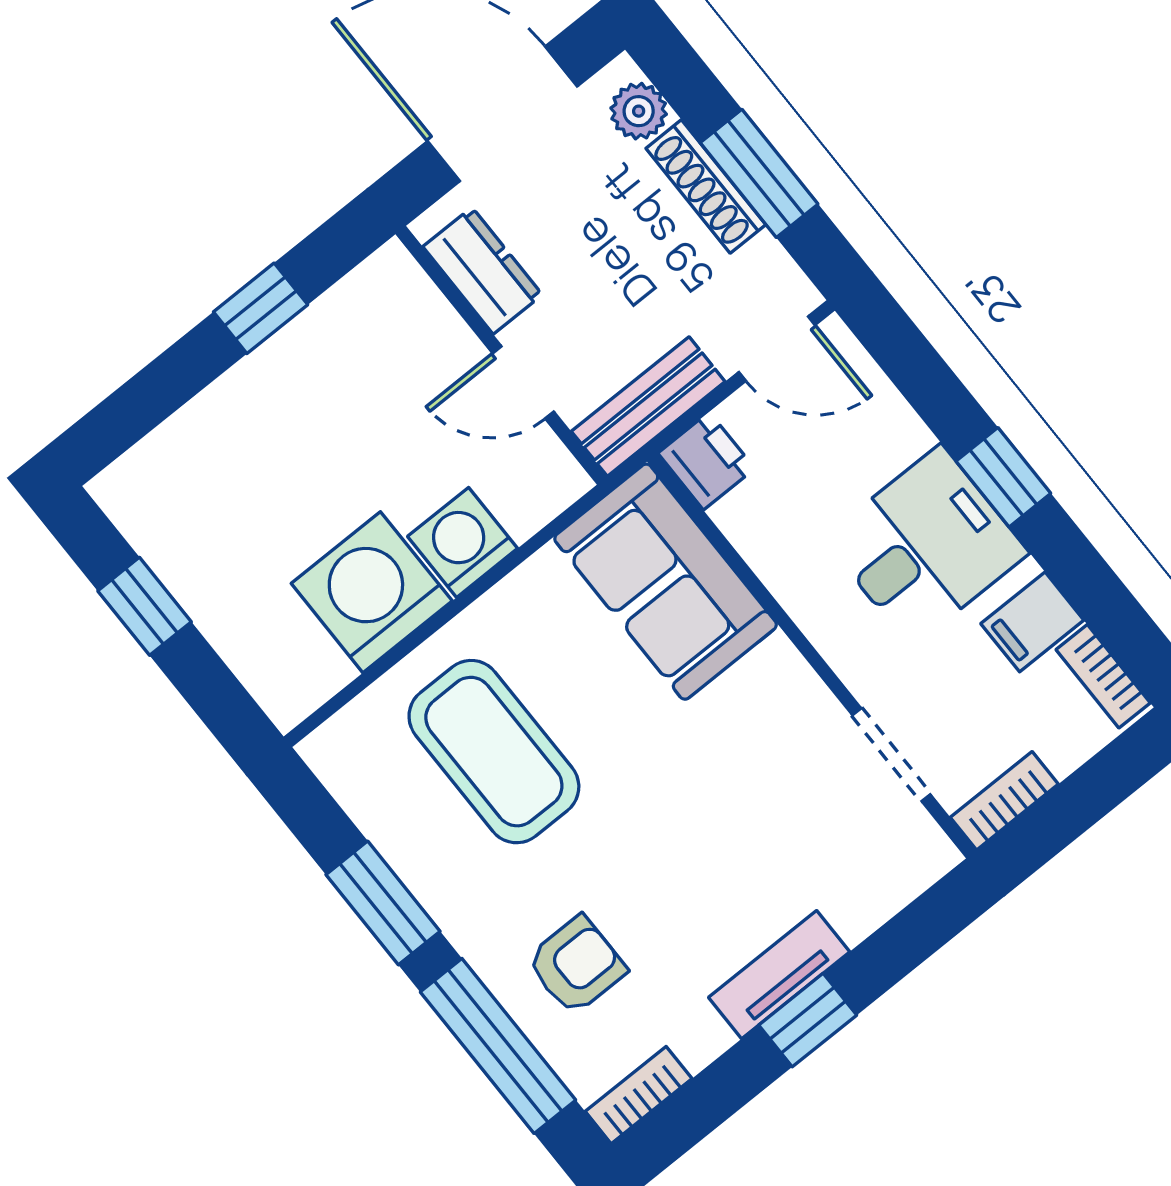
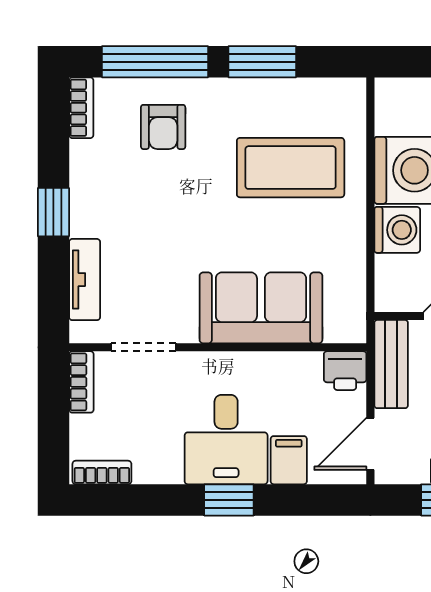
sofa: (666, 582) -> (261, 308), moved
filing cabinet: (1032, 622) -> (289, 460), moved
tv unit: (779, 975) -> (85, 280), moved

